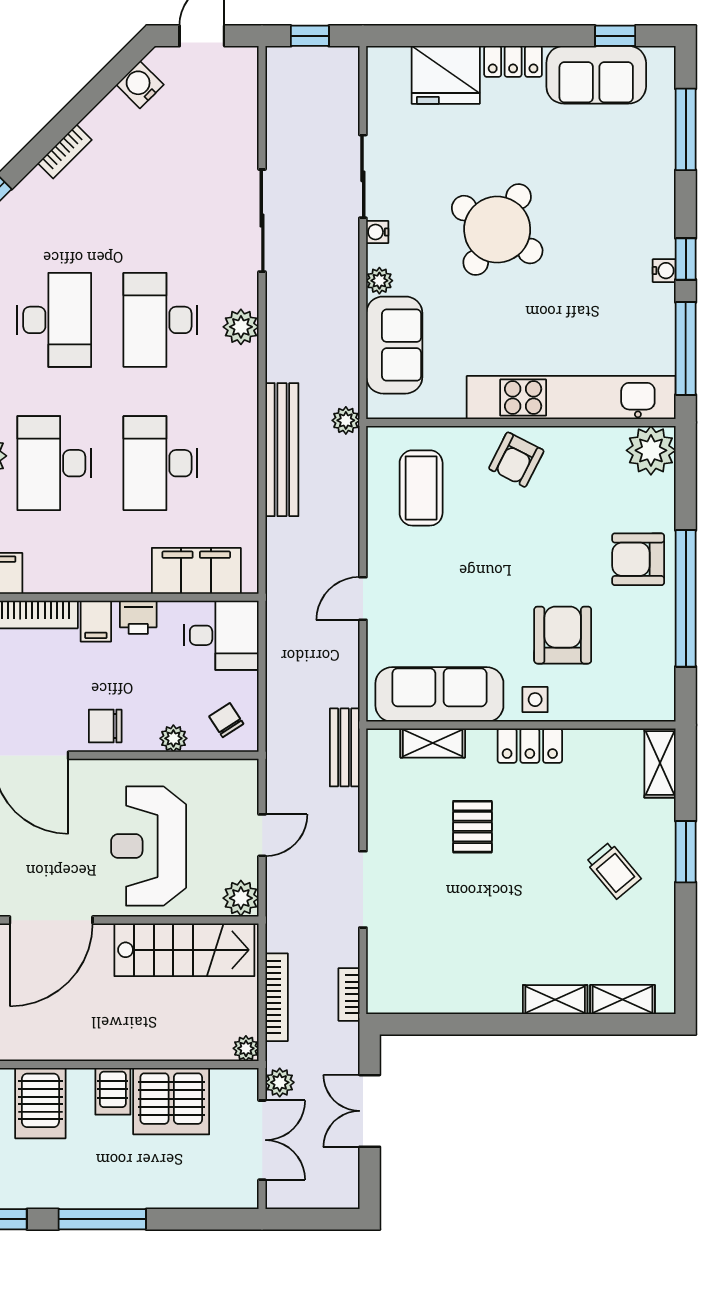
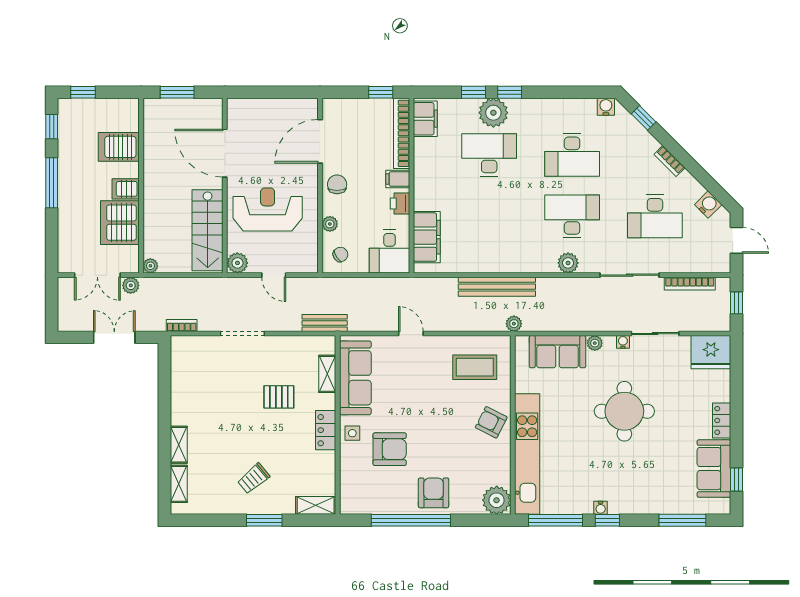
fridge: (446, 75) -> (711, 352), moved, turned -90
round table: (497, 230) -> (624, 411), turned -33
desk: (160, 463) -> (655, 216), moved, turned 180
bookcase: (277, 997) -> (690, 284), moved

